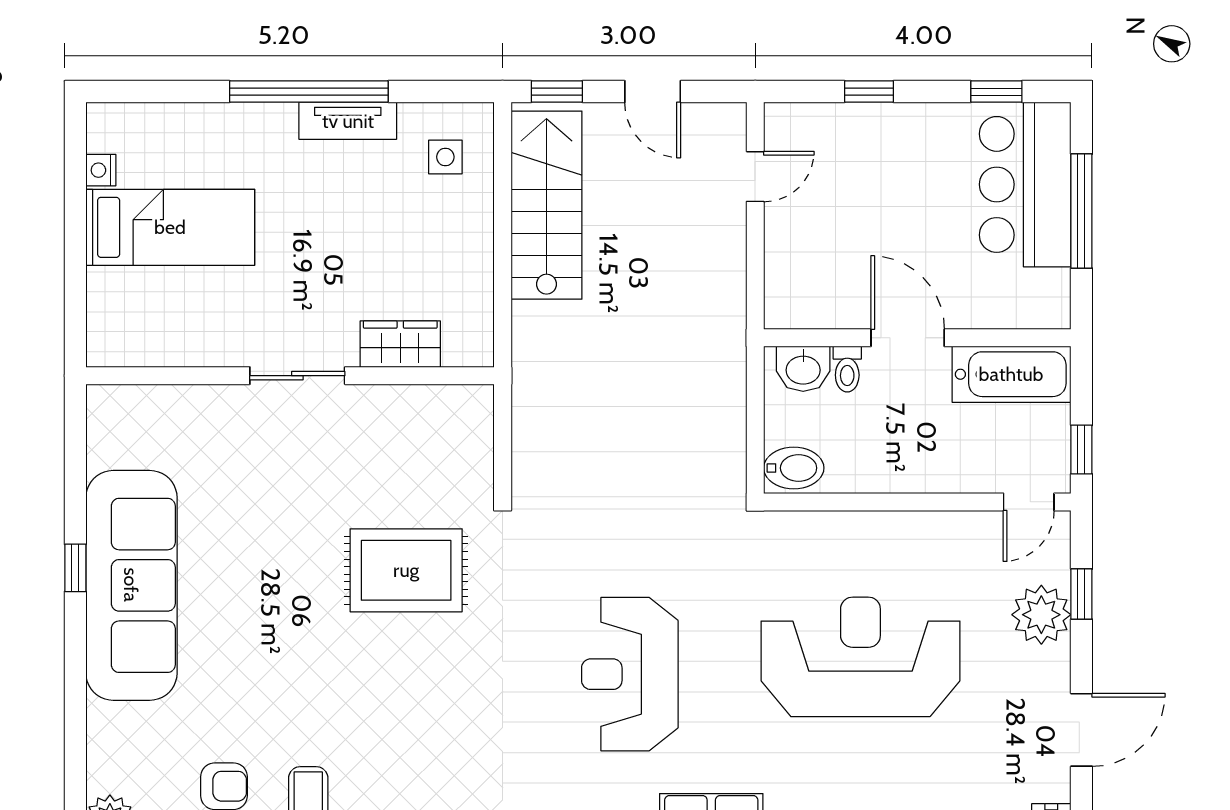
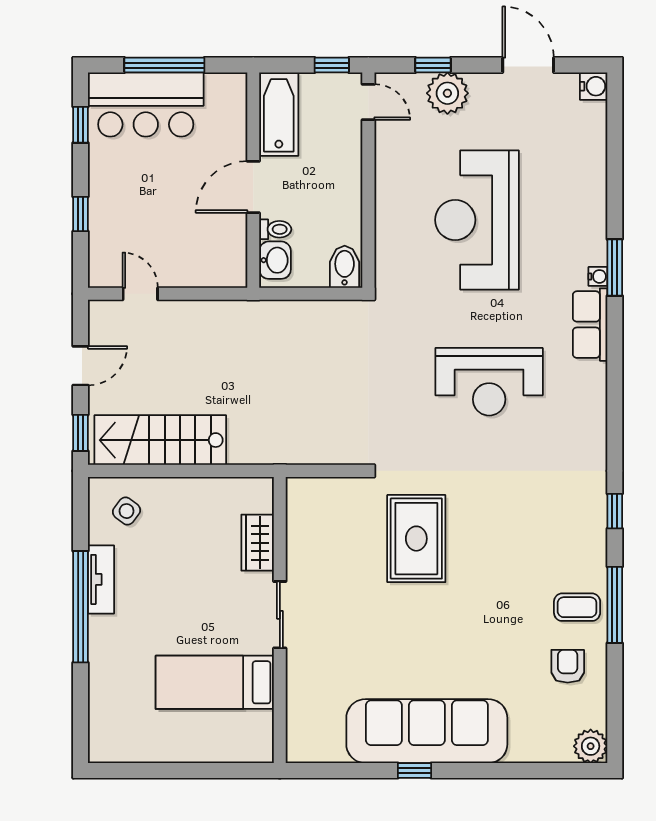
side table: (445, 157) -> (127, 511), turned 37
nightstand: (101, 170) -> (136, 753), removed
bed: (170, 227) -> (215, 682), moved, turned -90

